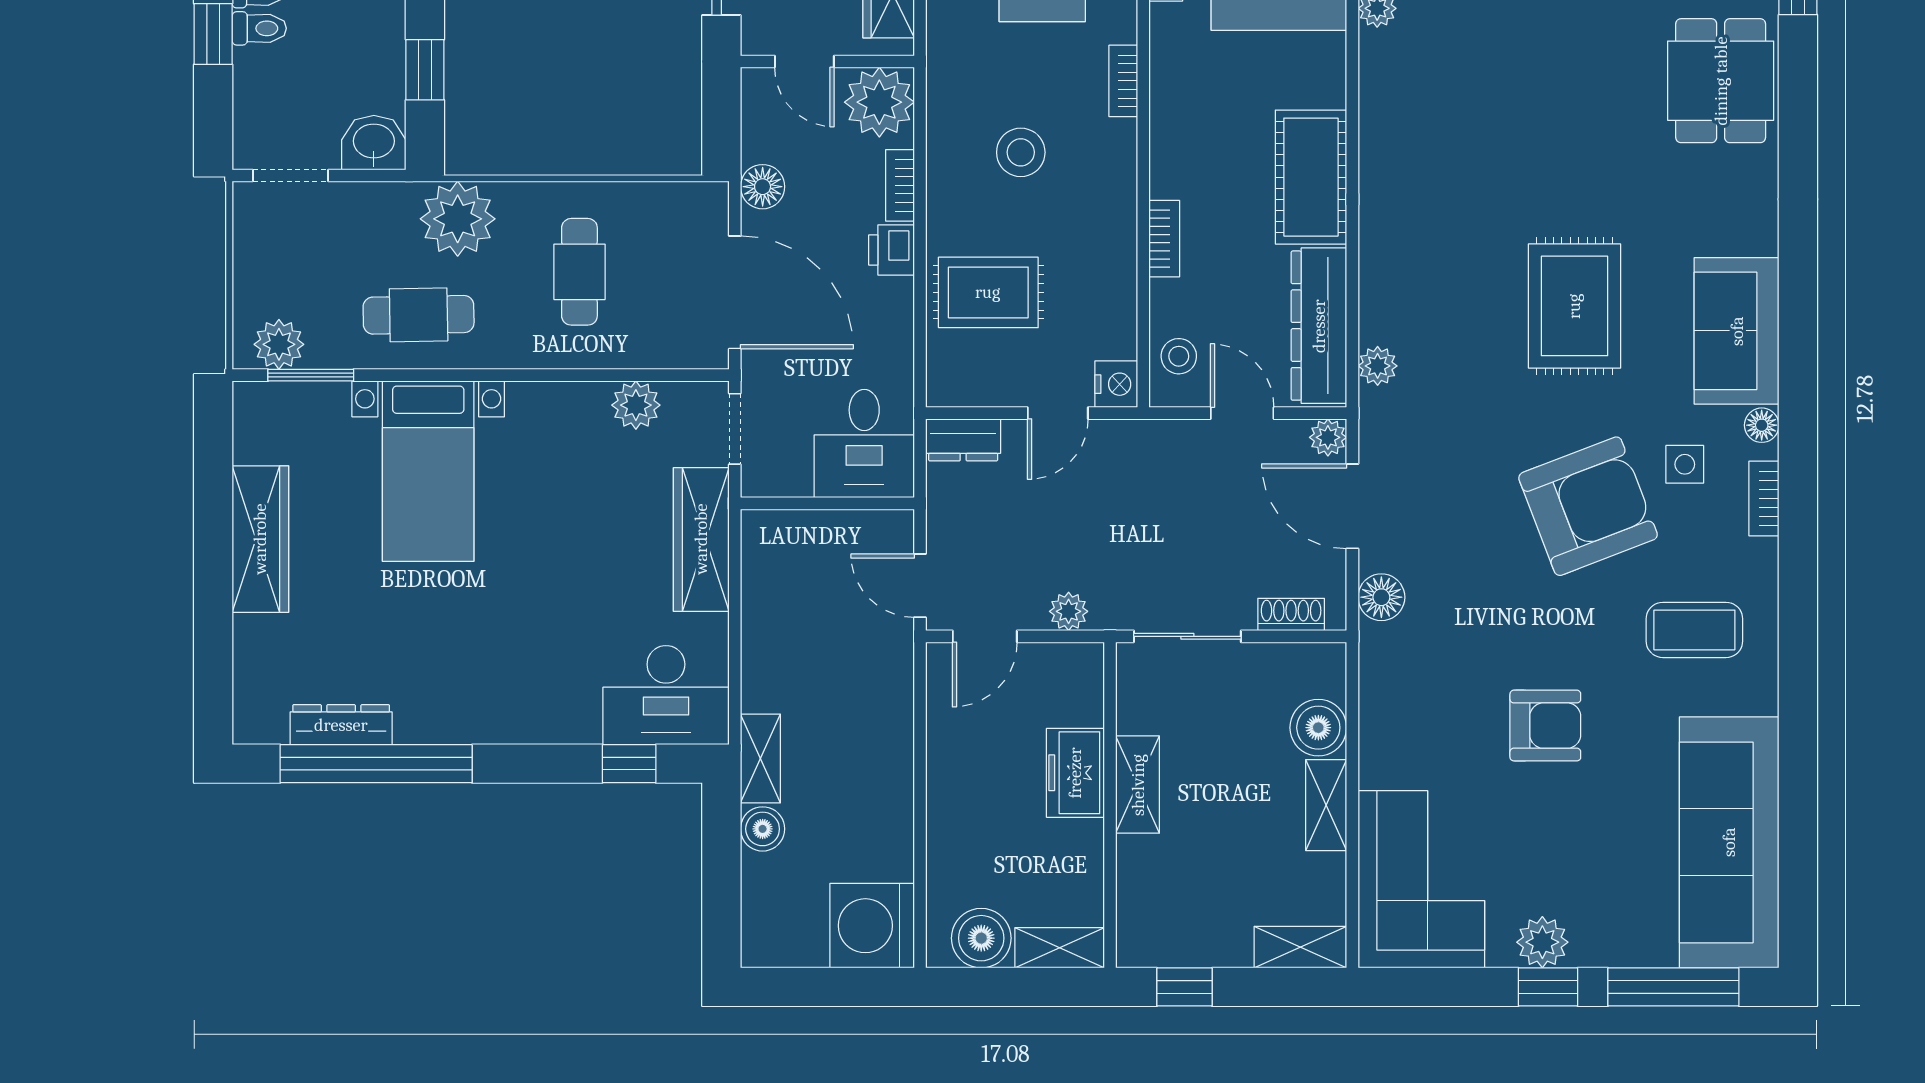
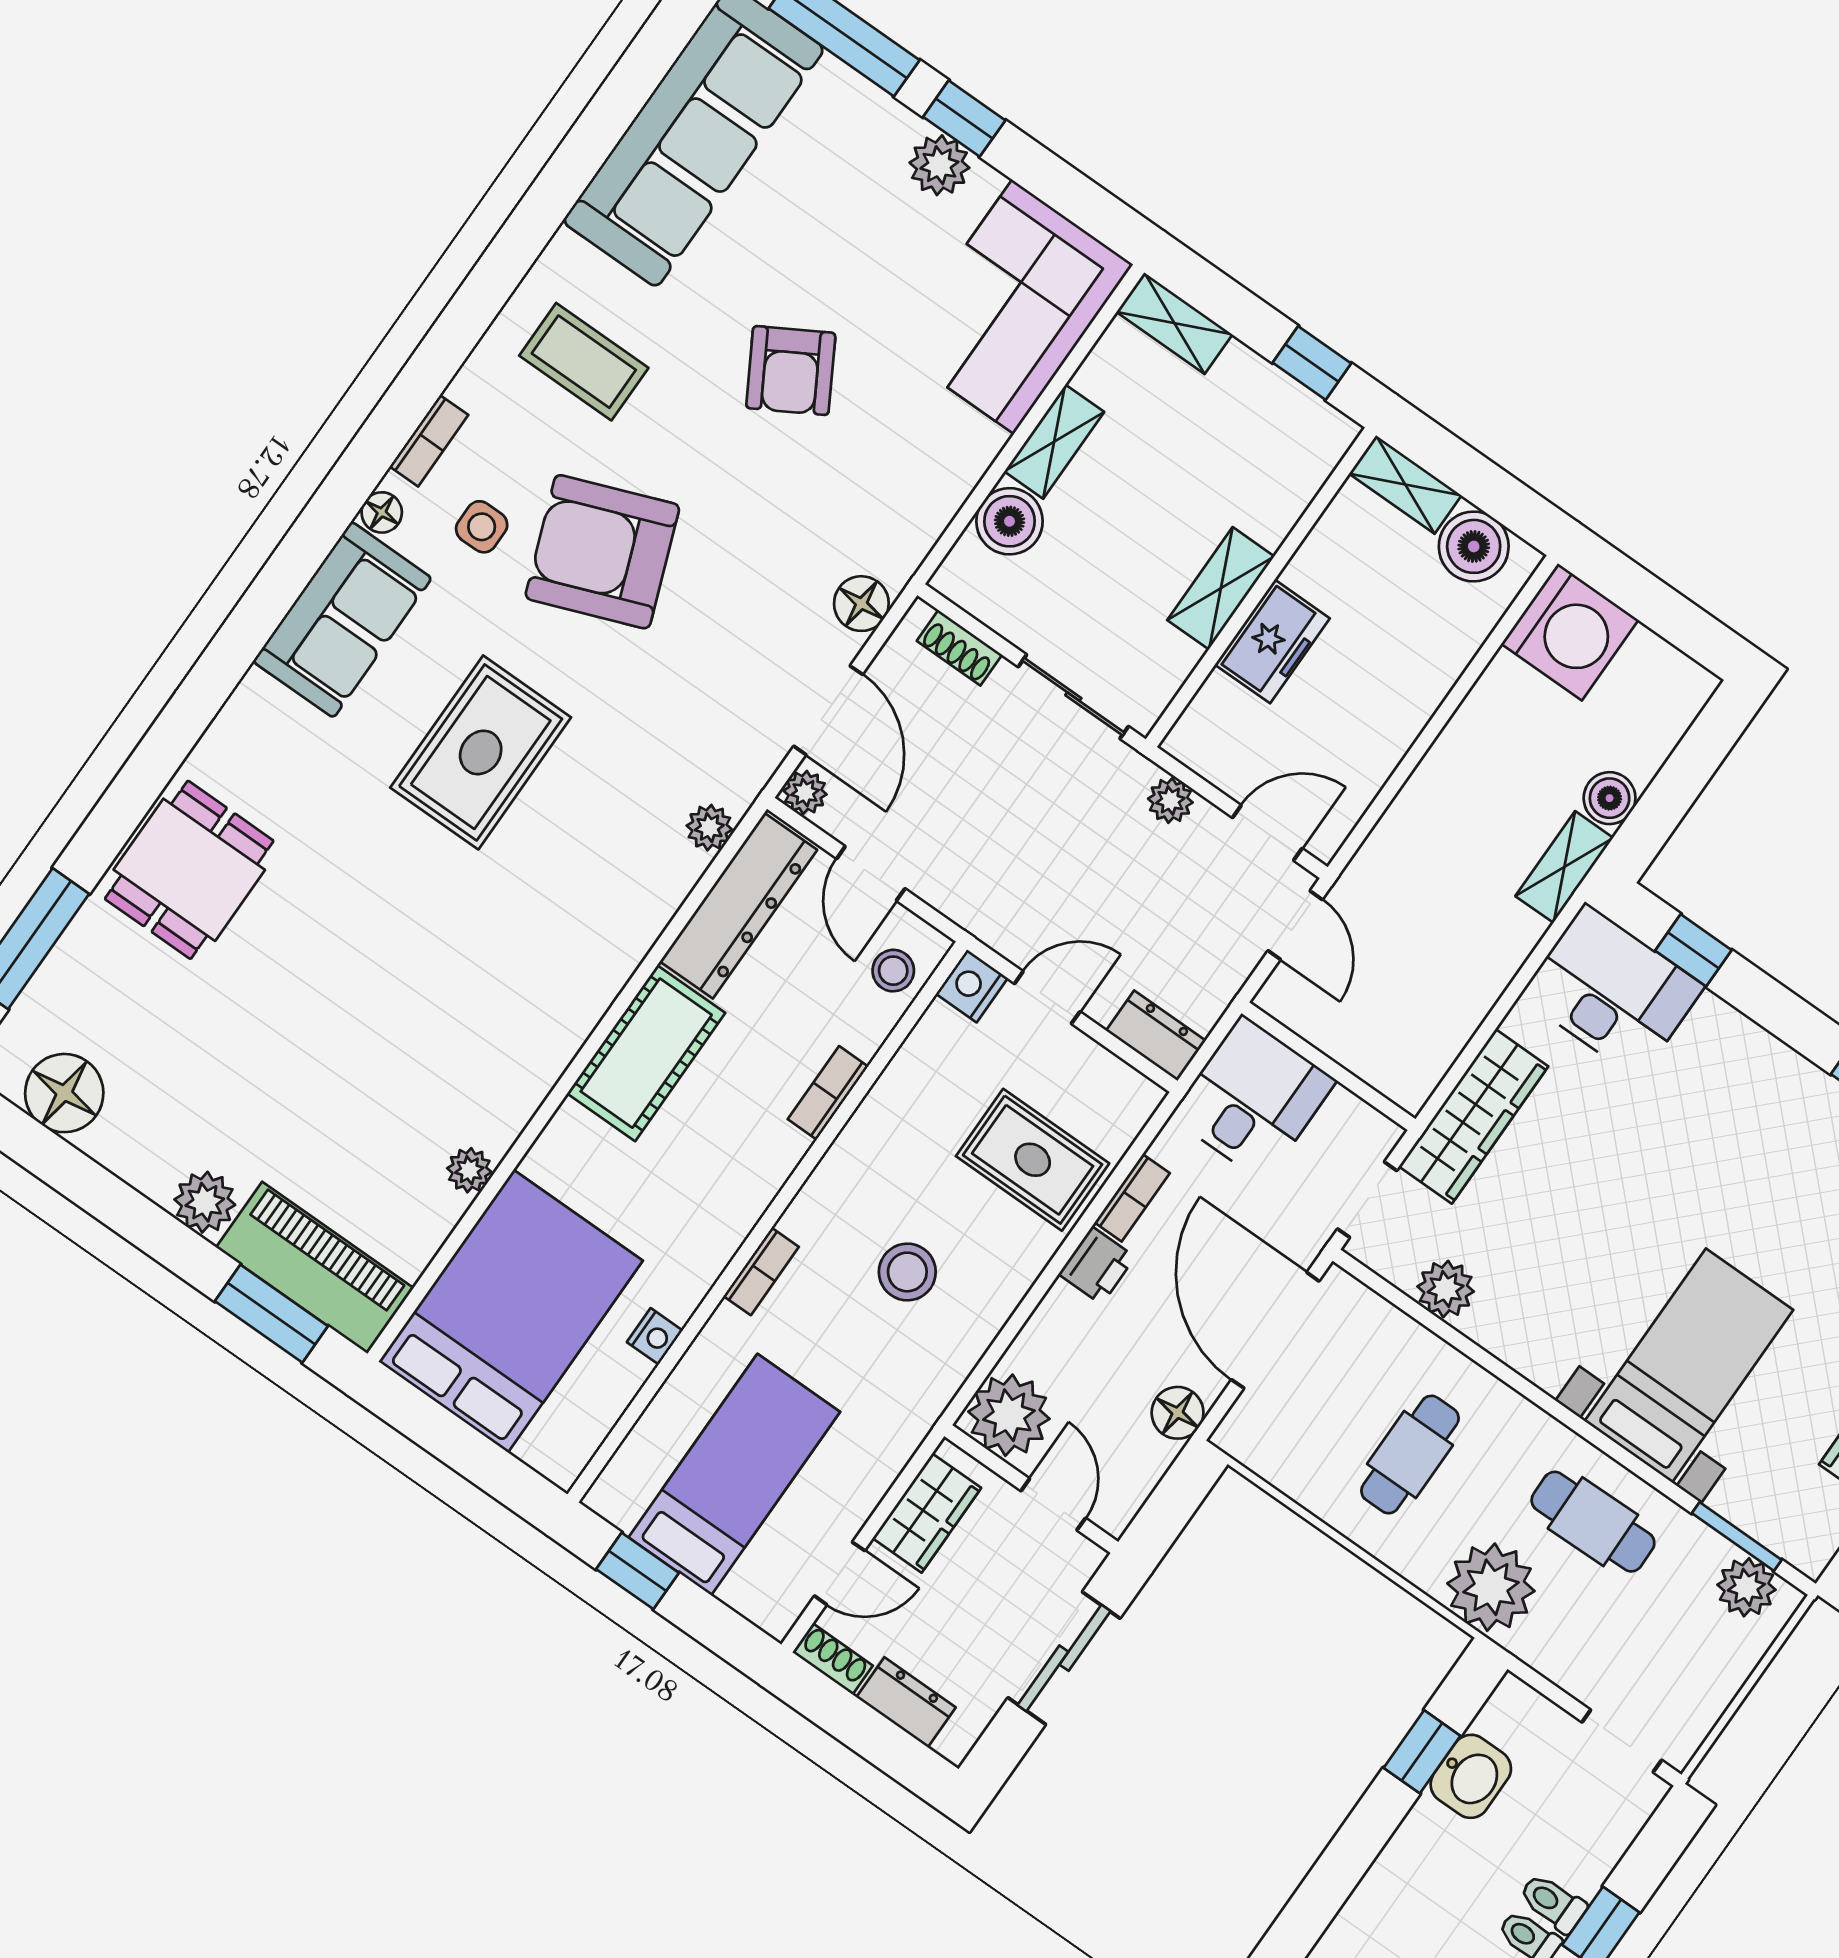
washbasin: (374, 143) -> (1471, 1776), moved, turned -90
bookcase: (900, 185) -> (1132, 1198), moved
armchair: (1545, 726) -> (791, 371), turned -120

